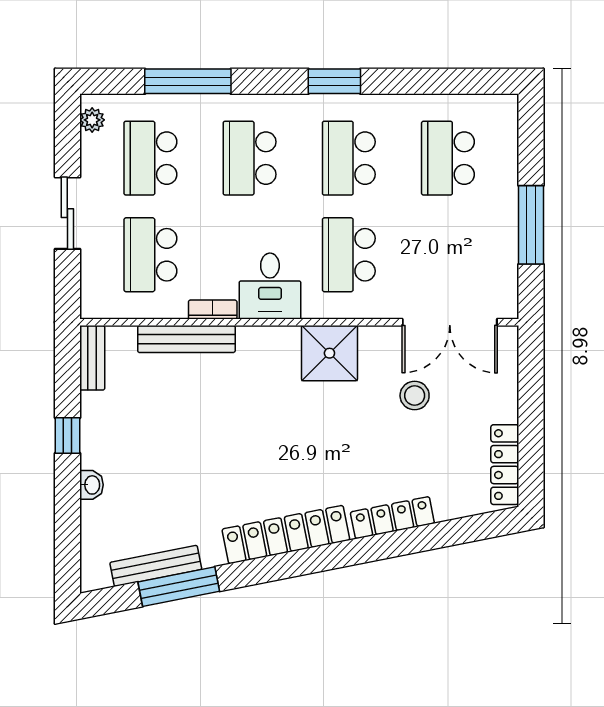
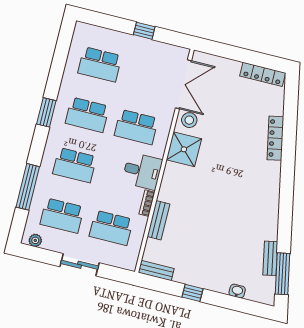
window: (531, 225) -> (144, 31), width x0.46
bench: (186, 339) -> (159, 220), width x0.73
stool: (415, 396) -> (189, 120), moved
washbasin: (91, 485) -> (237, 291), moved
locker: (286, 535) -> (271, 194), removed
bench: (156, 566) -> (270, 258), width x0.73
window: (179, 587) -> (282, 274), moved

